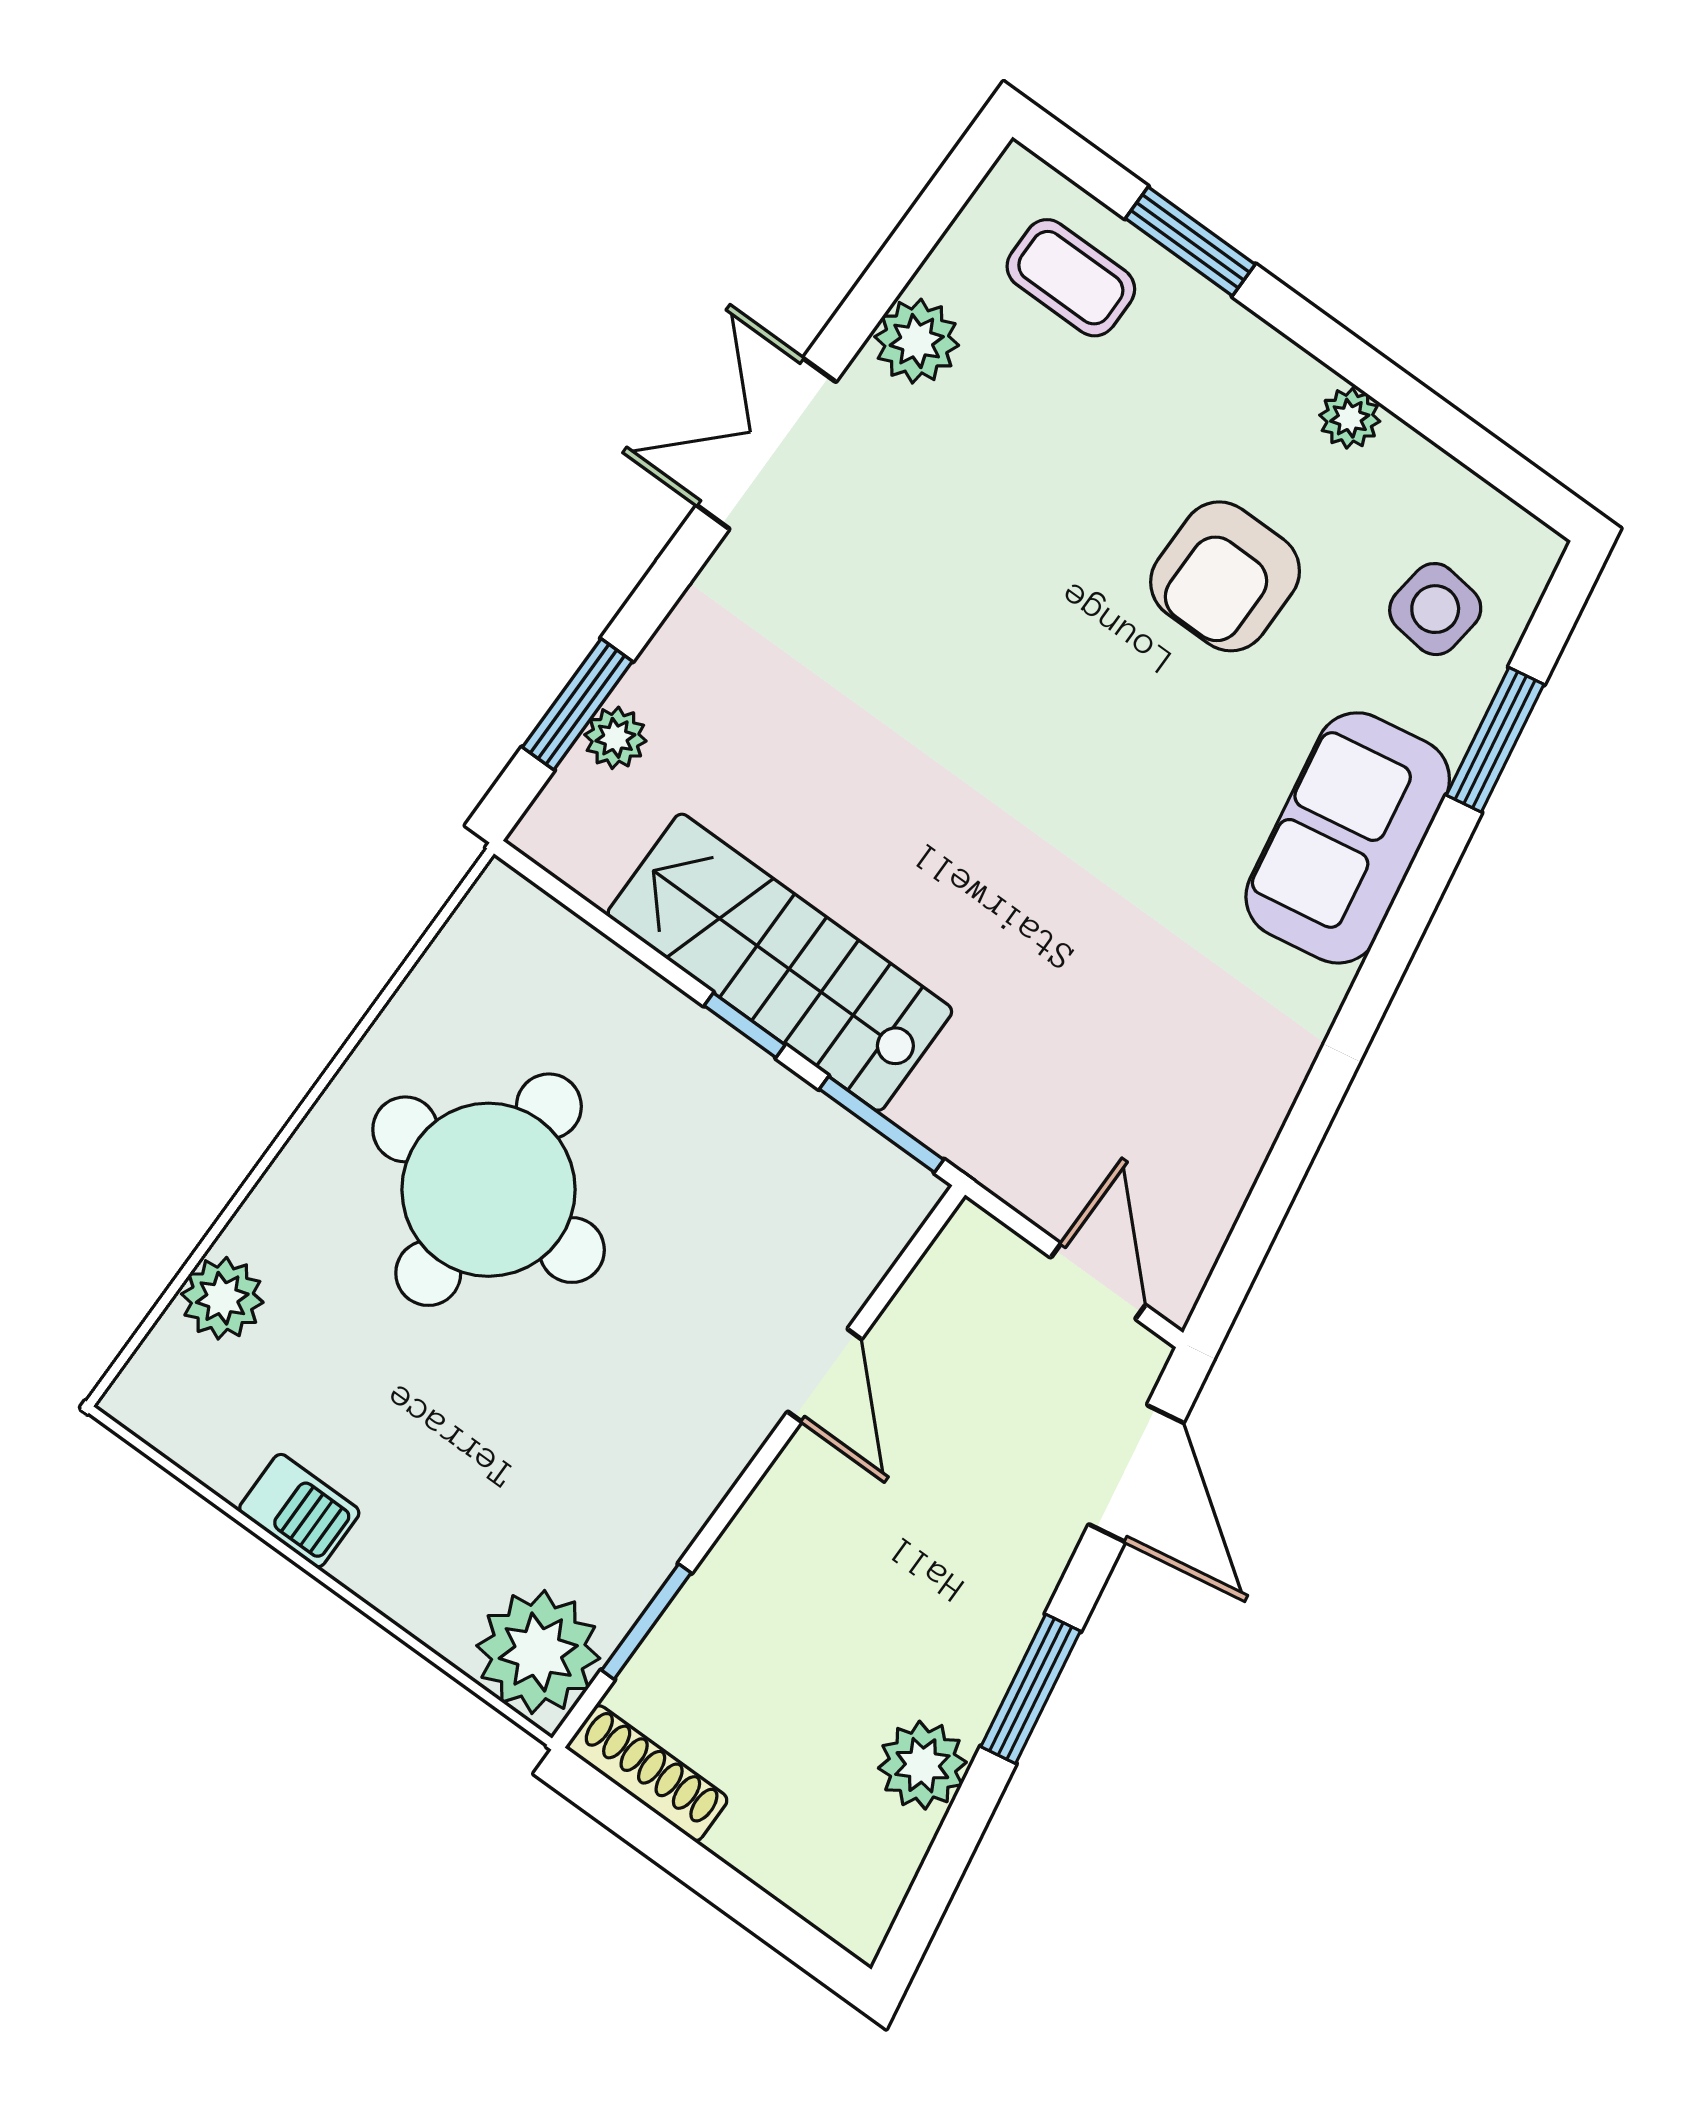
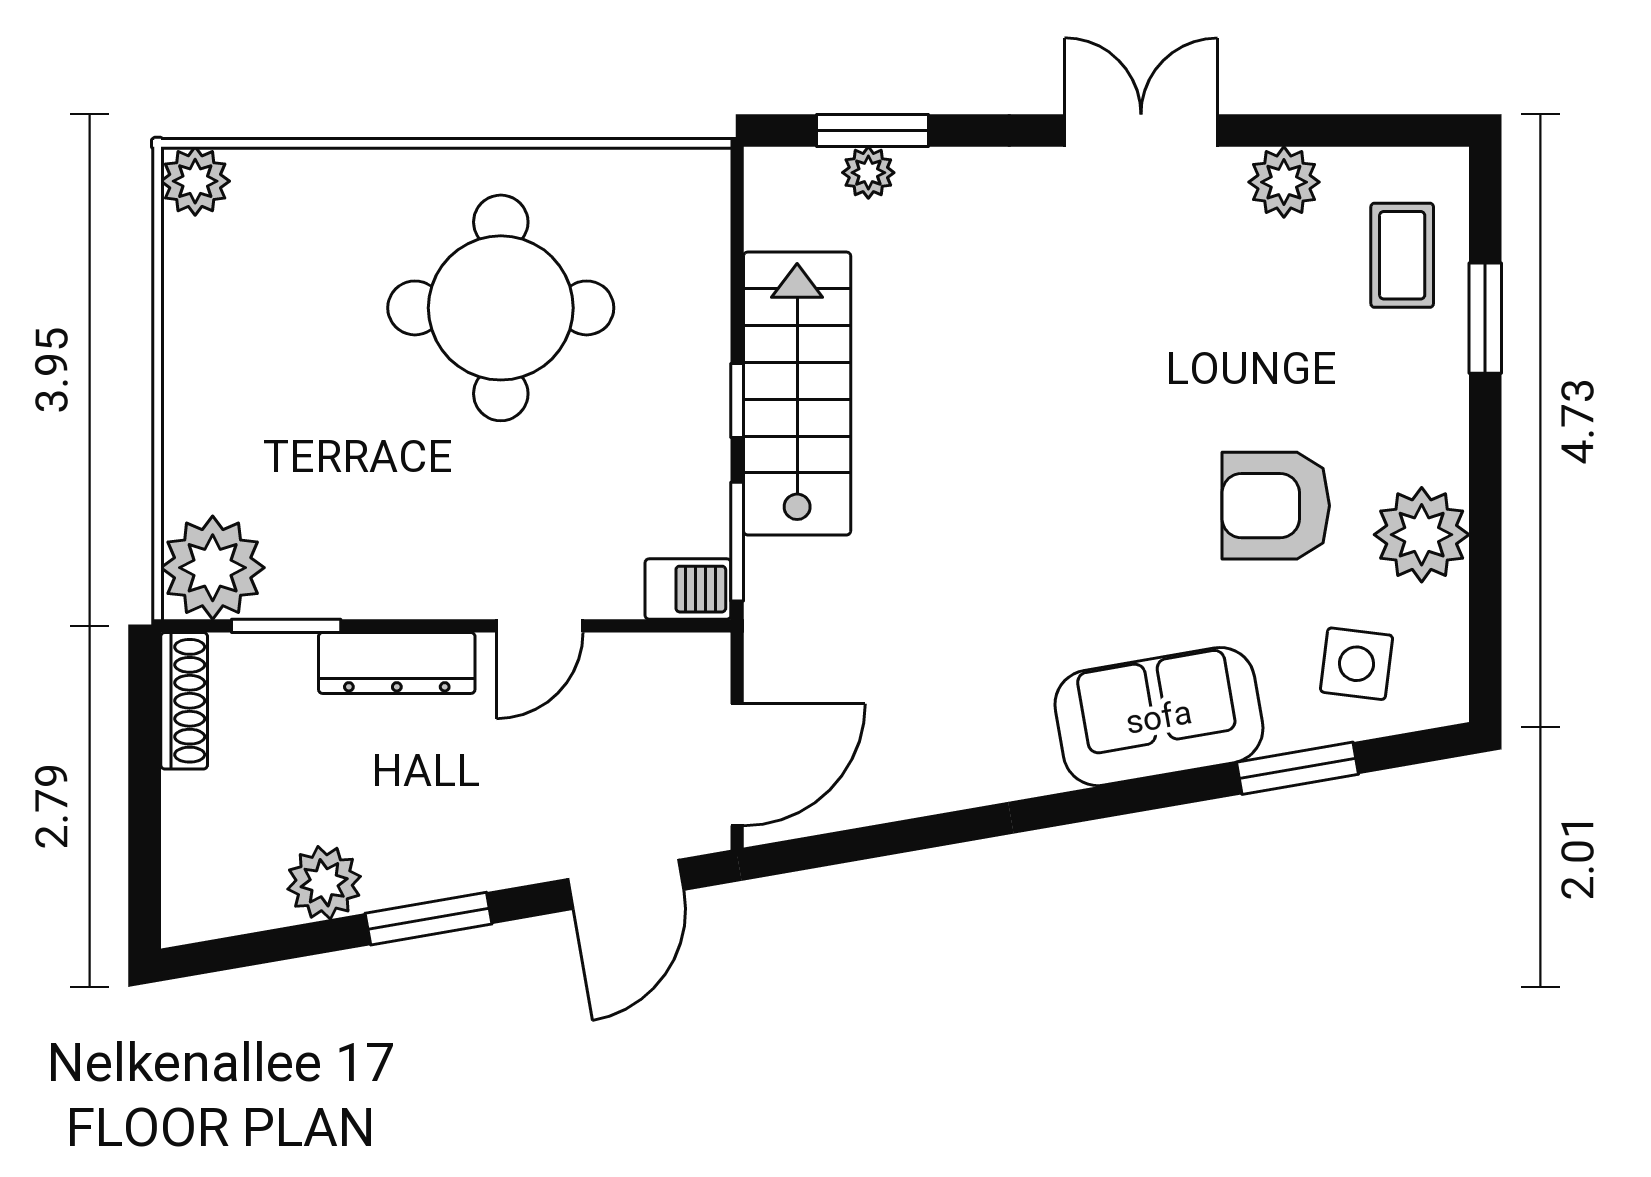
plant: (1350, 418) -> (1422, 535), width x1.88, depth x1.88
door: (1098, 1281) -> (737, 765), width x1.38
plant: (222, 1298) -> (195, 181), moved
barbecue: (299, 1511) -> (688, 589), moved, turned -90
dresser: (760, 1540) -> (397, 663), added

